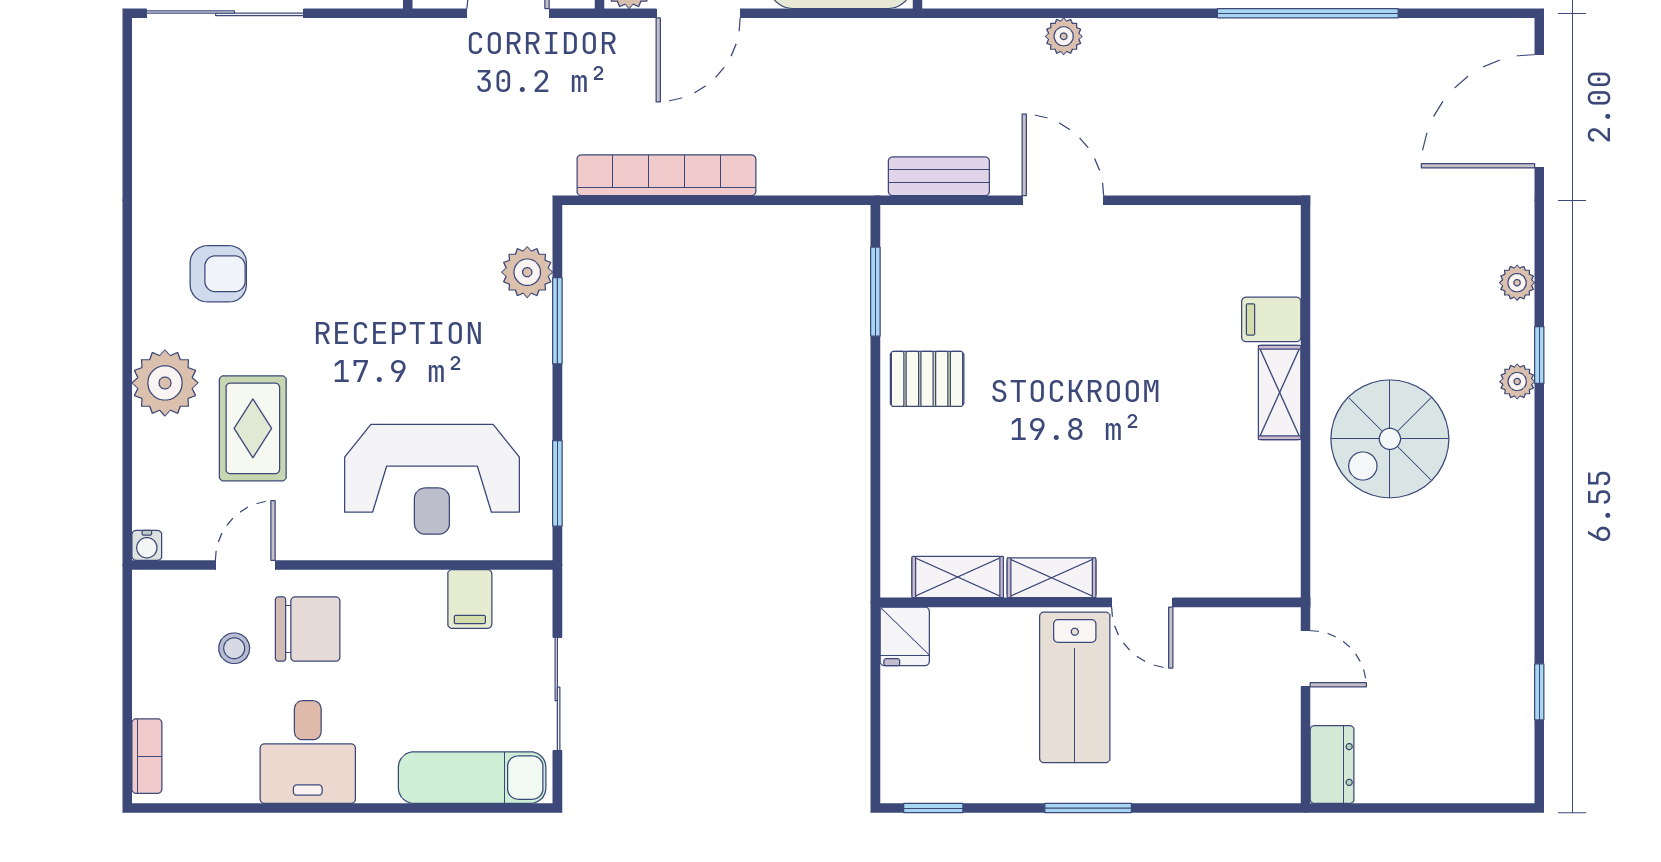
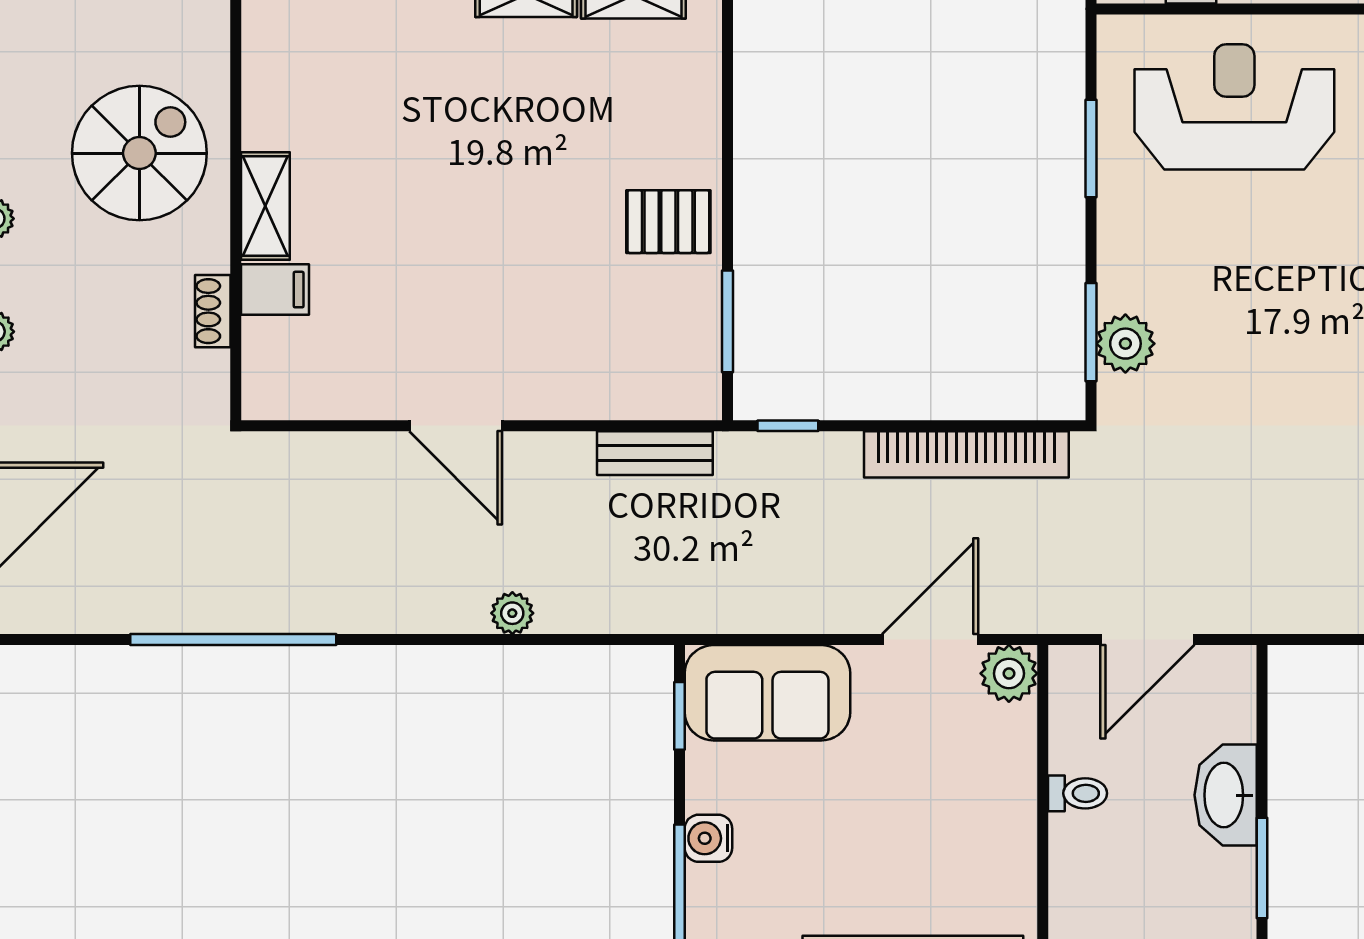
window: (823, 200) -> (788, 426), added
door: (1063, 200) -> (456, 426), moved
shoe rack: (1326, 301) -> (213, 311), added
window: (557, 321) -> (1091, 332), moved
window: (557, 483) -> (1091, 148), moved

